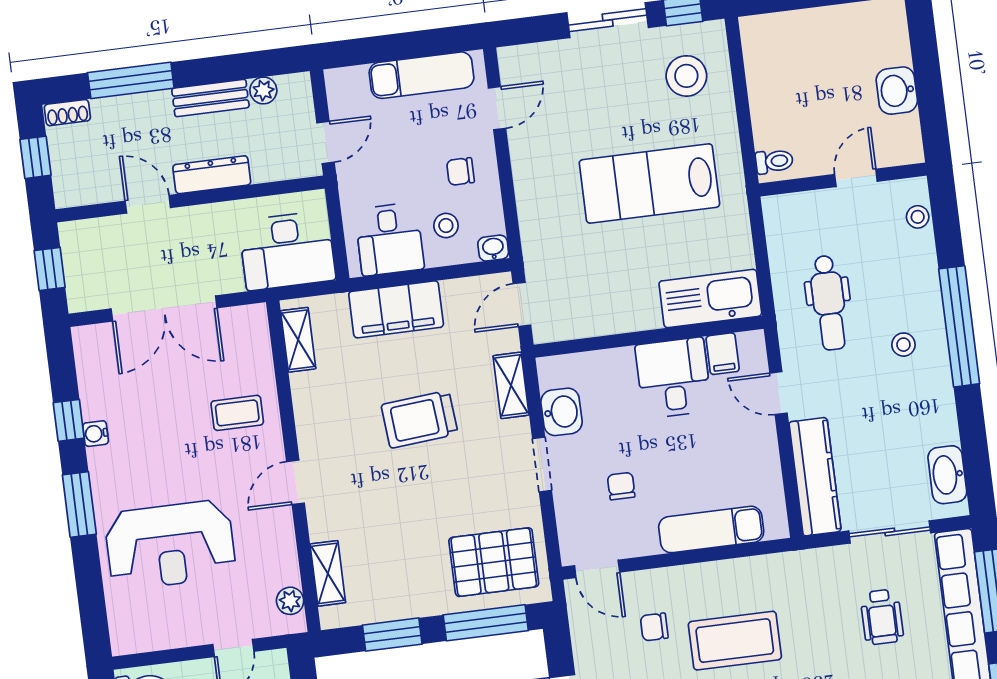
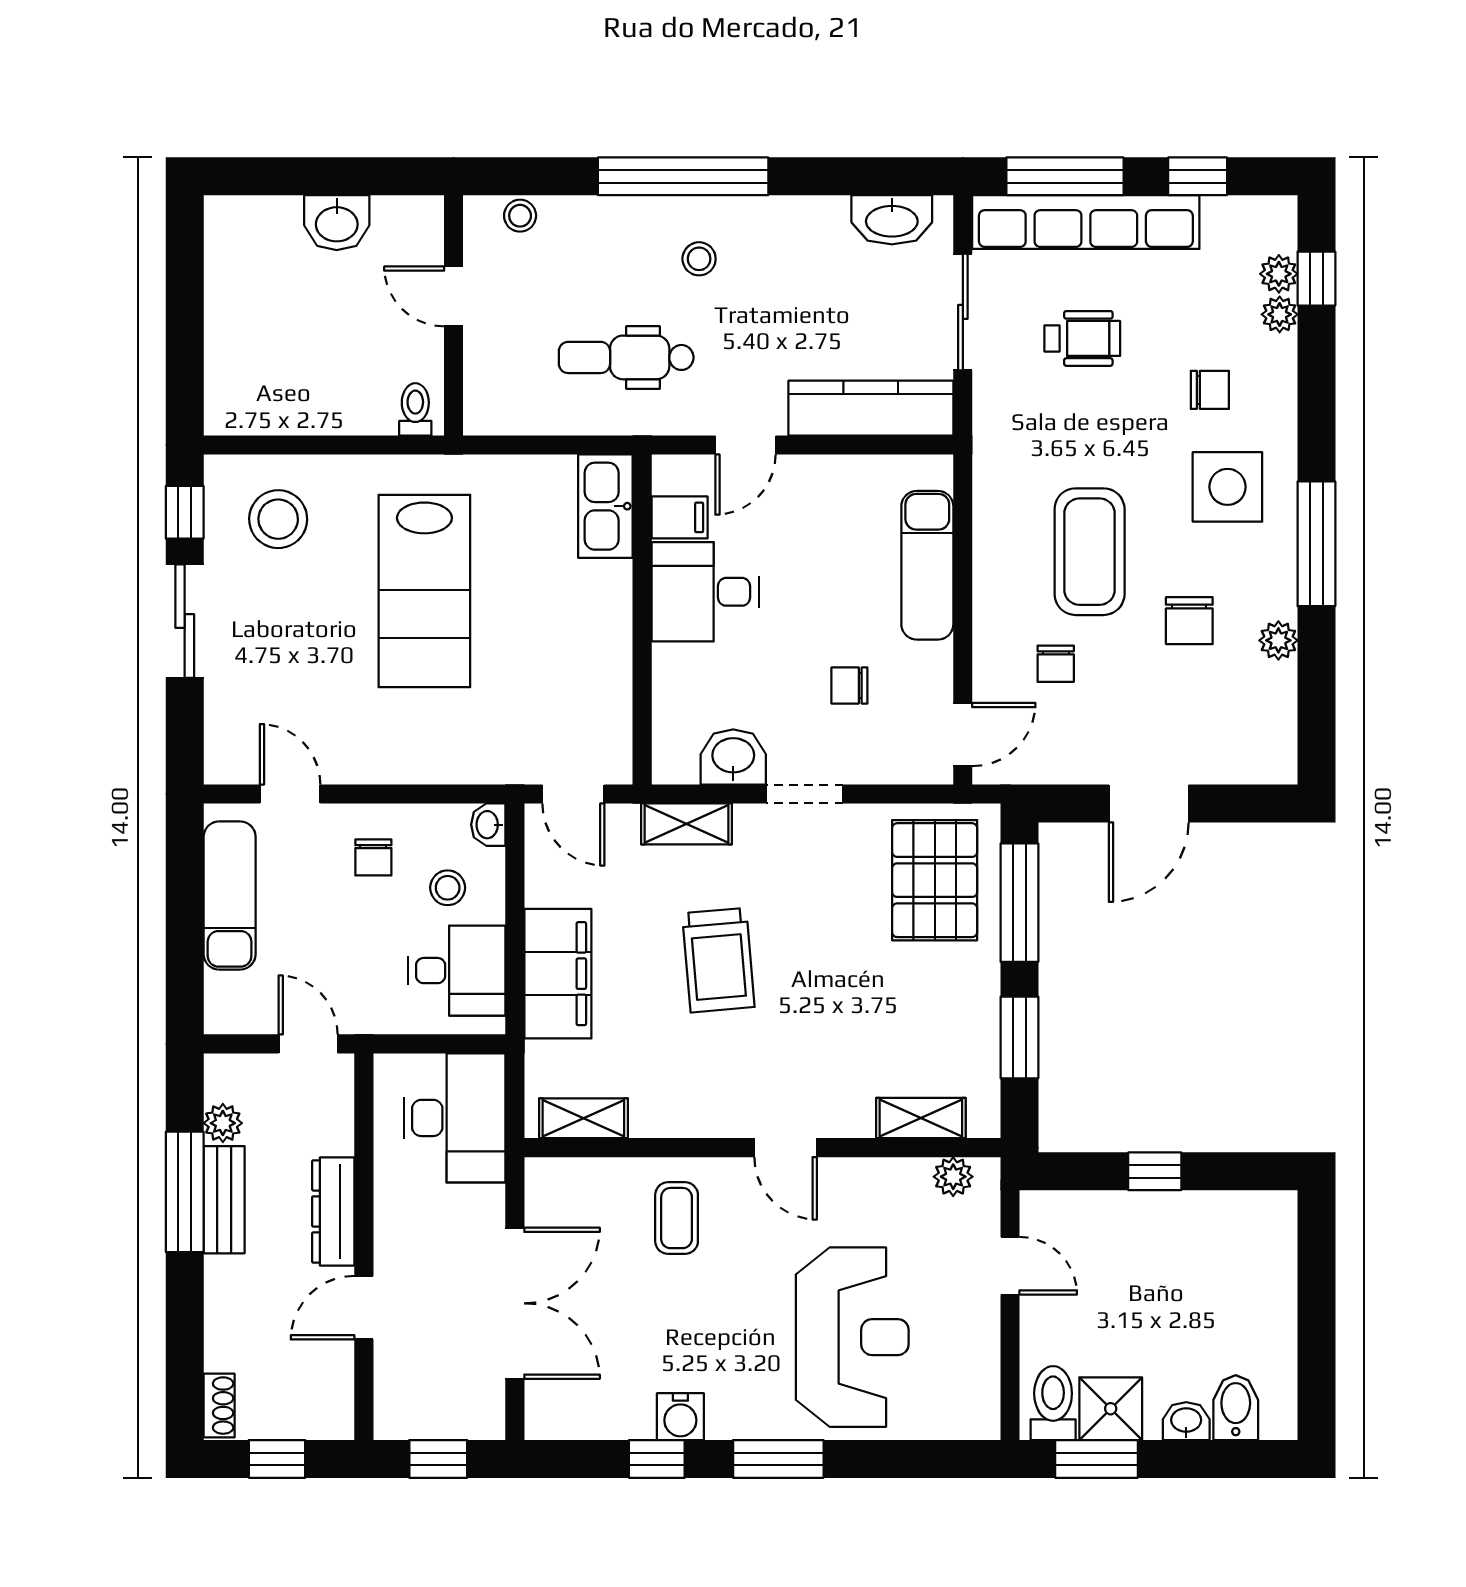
window: (131, 80) -> (185, 1192), moved
kitchen sink: (710, 299) -> (605, 506), width x0.73, depth x0.81
dental chair: (829, 303) -> (626, 357), turned 180
water cooler: (96, 434) -> (680, 1417), width x1.38, depth x1.38

